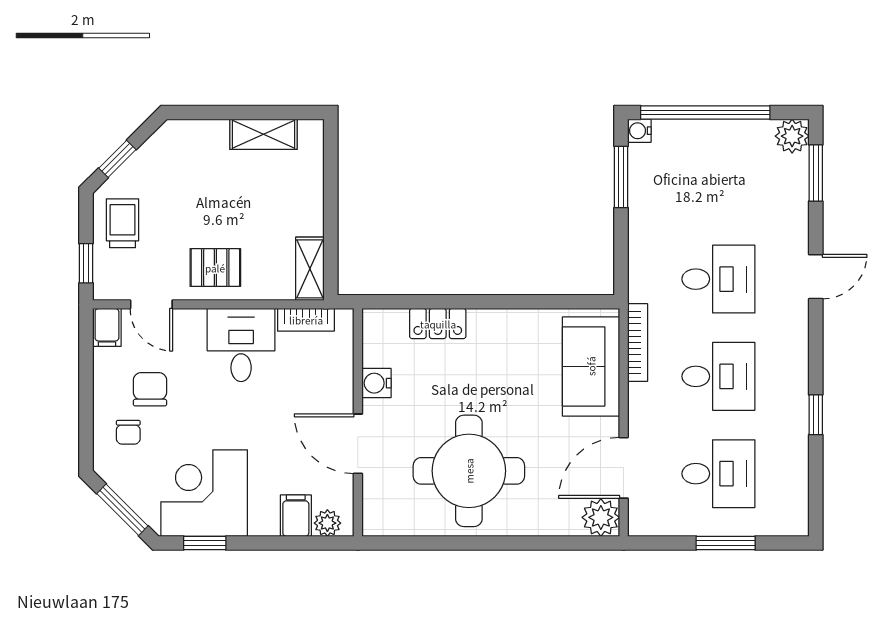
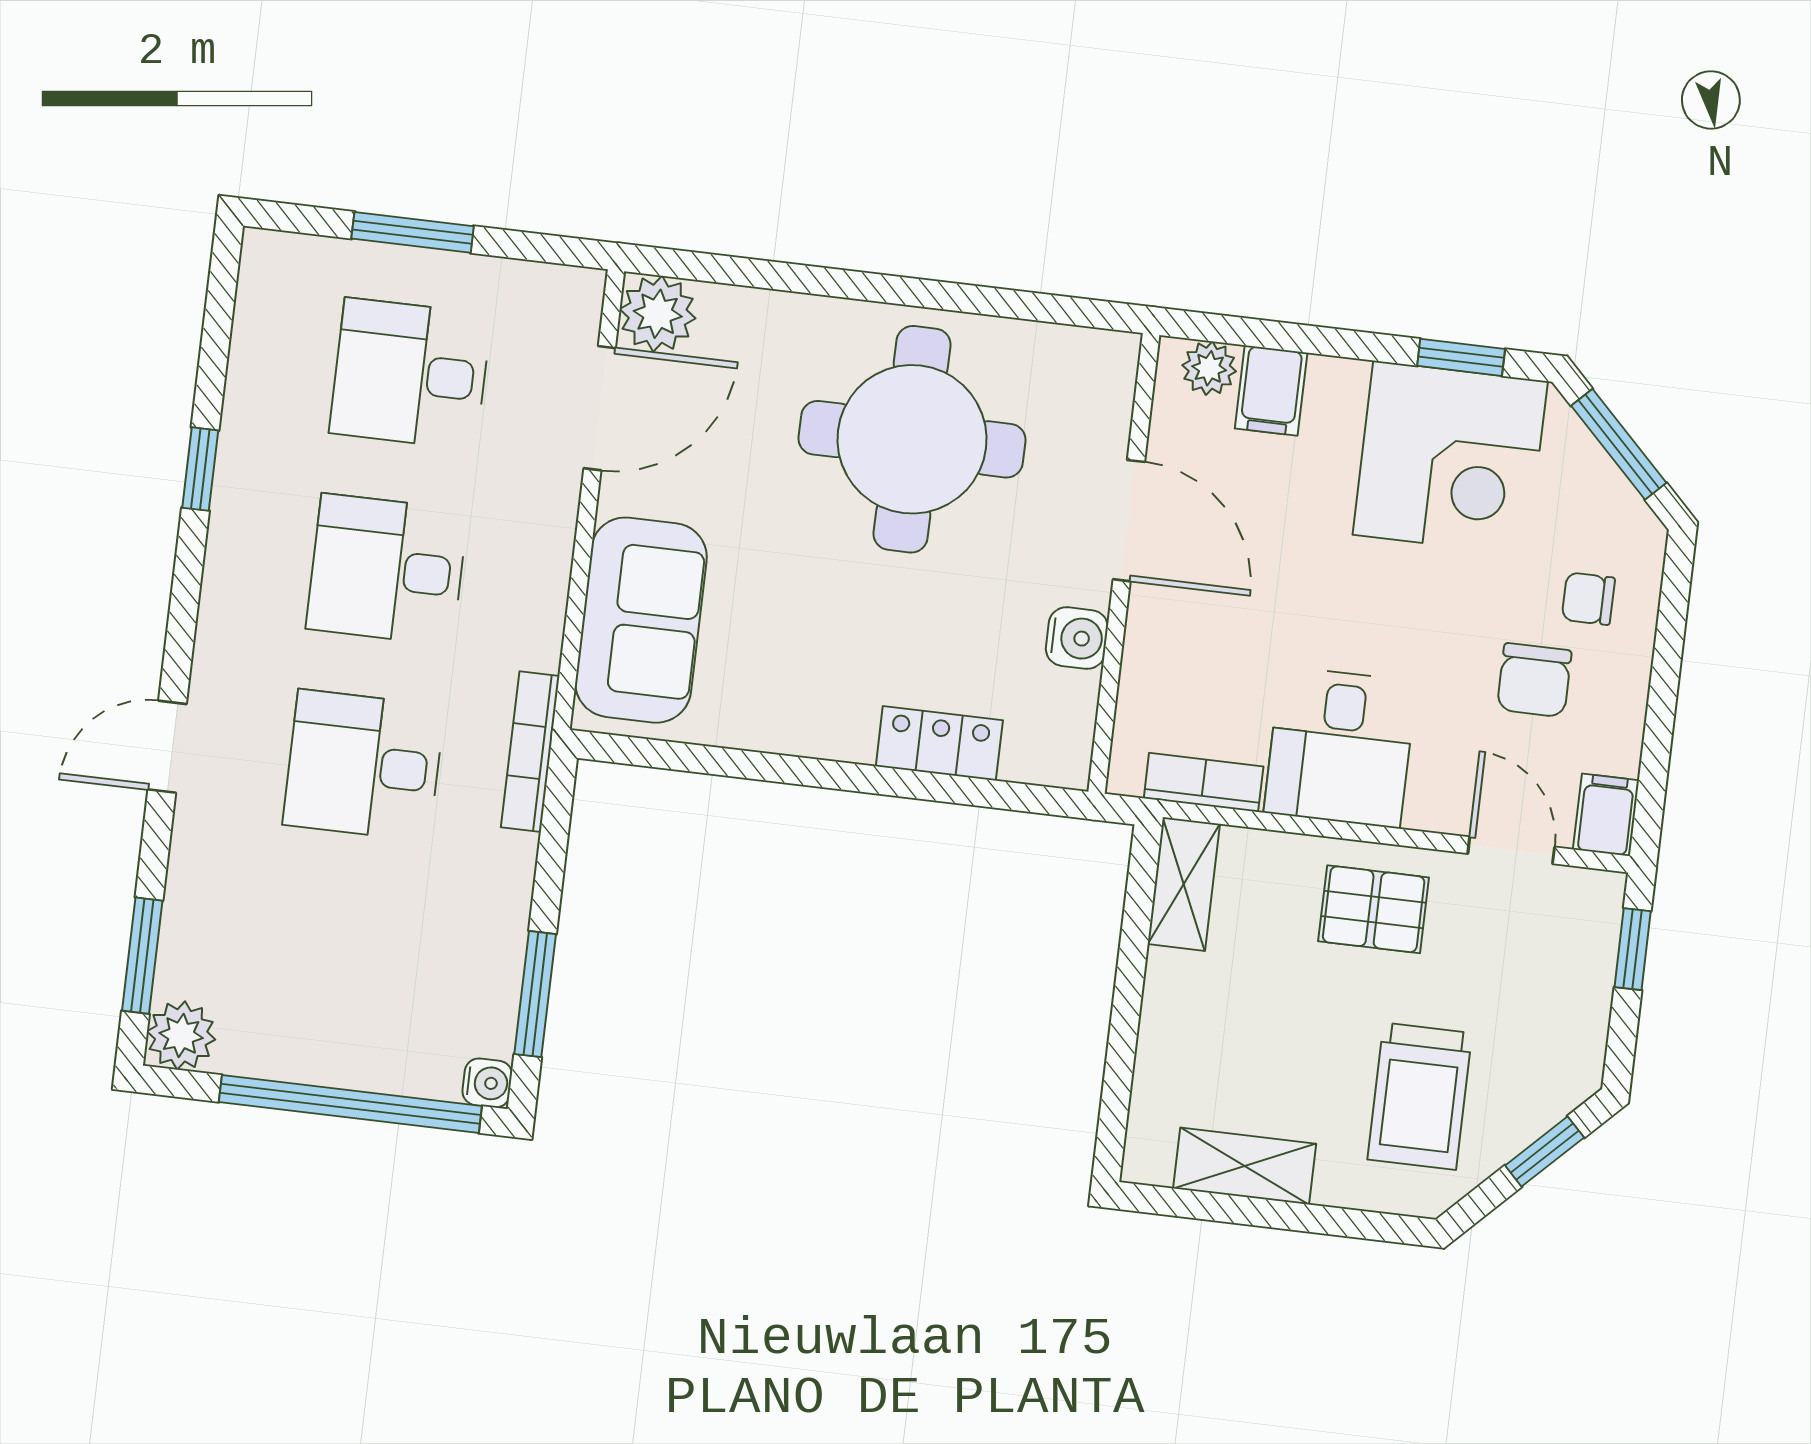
trolley: (122, 223) -> (1420, 1096), moved, width x1.36, depth x1.39
bookcase: (638, 342) -> (530, 752), moved
chair: (128, 432) -> (1588, 599), turned -90

